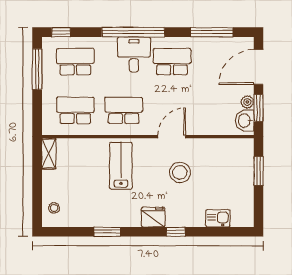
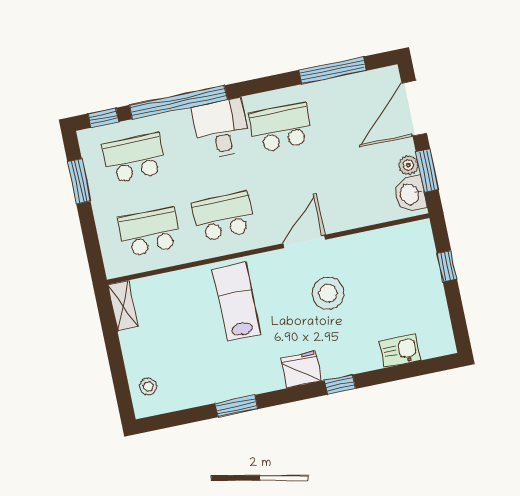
window: (133, 32) -> (178, 102), moved
window: (37, 69) -> (79, 181), width x0.69
window: (259, 171) -> (447, 266), width x0.67

